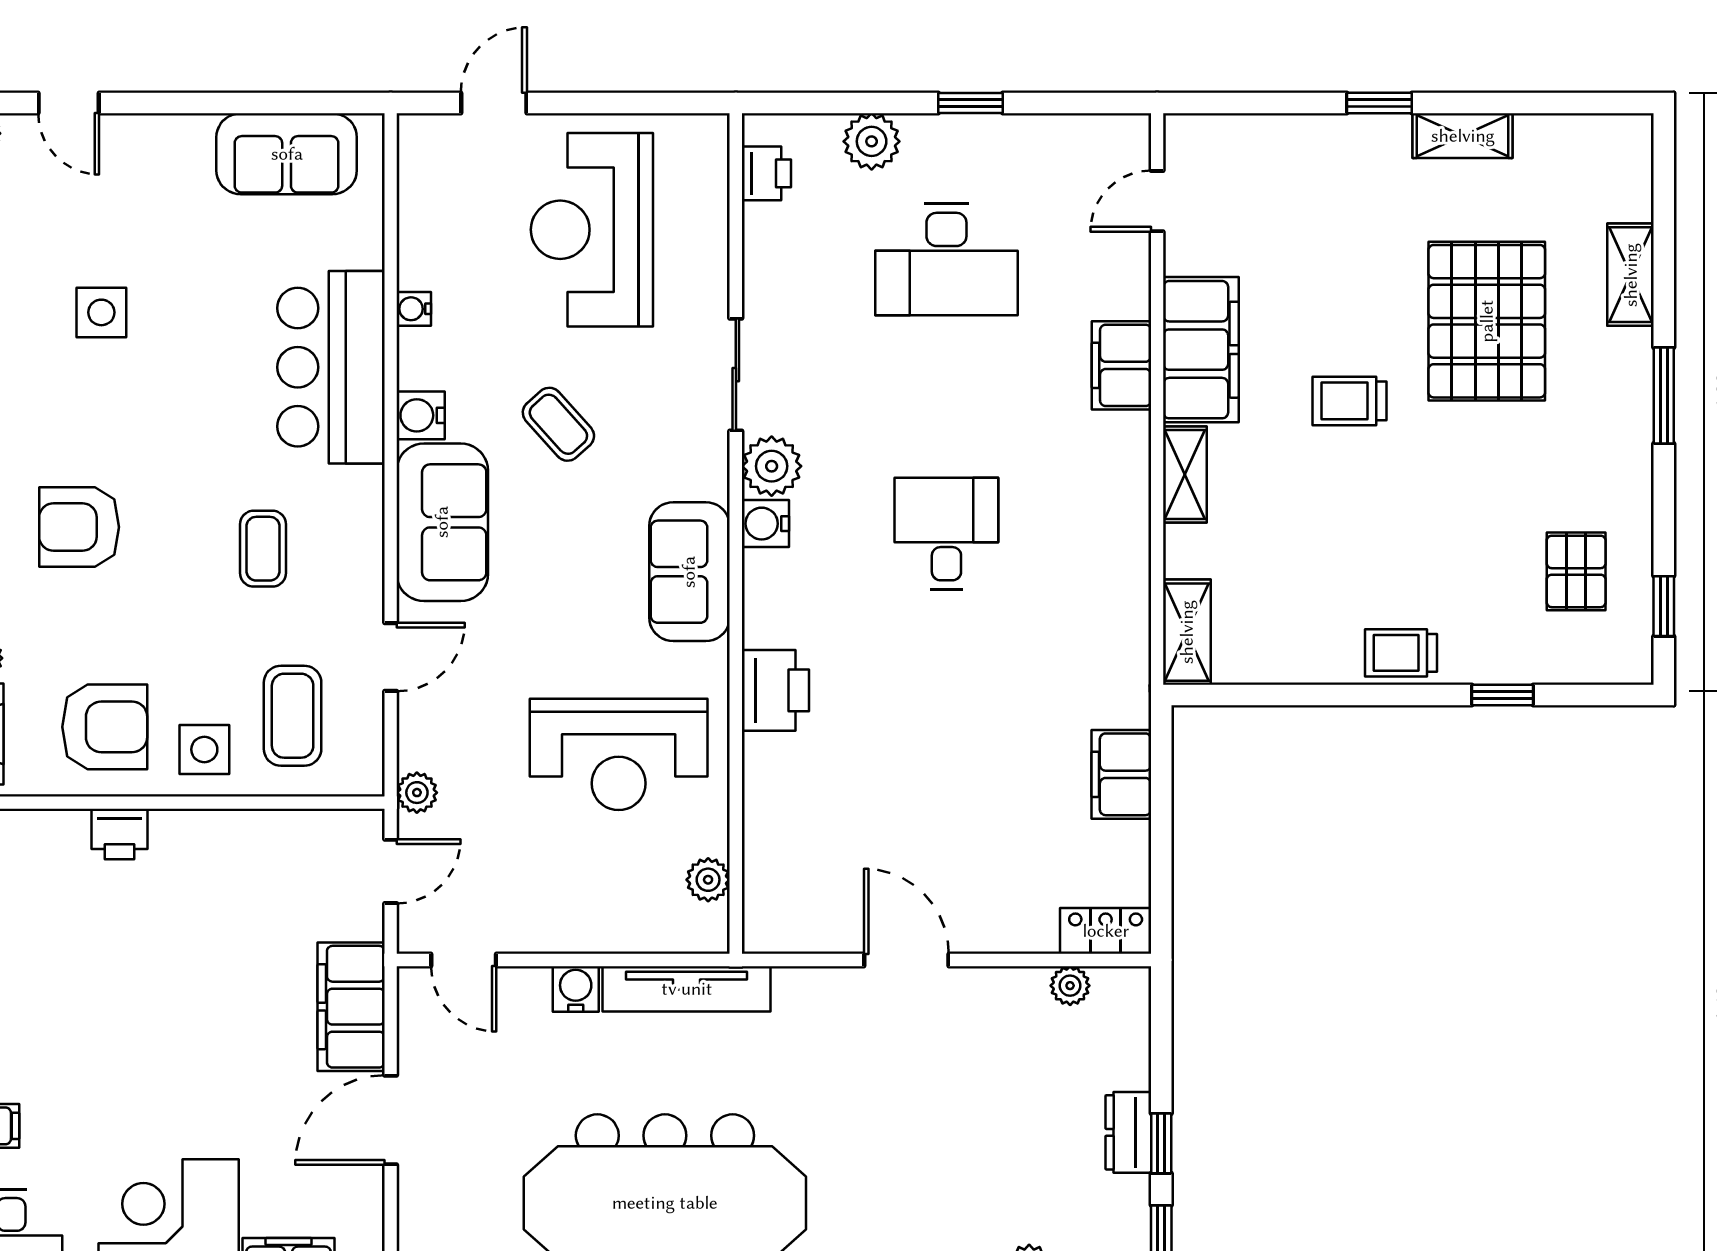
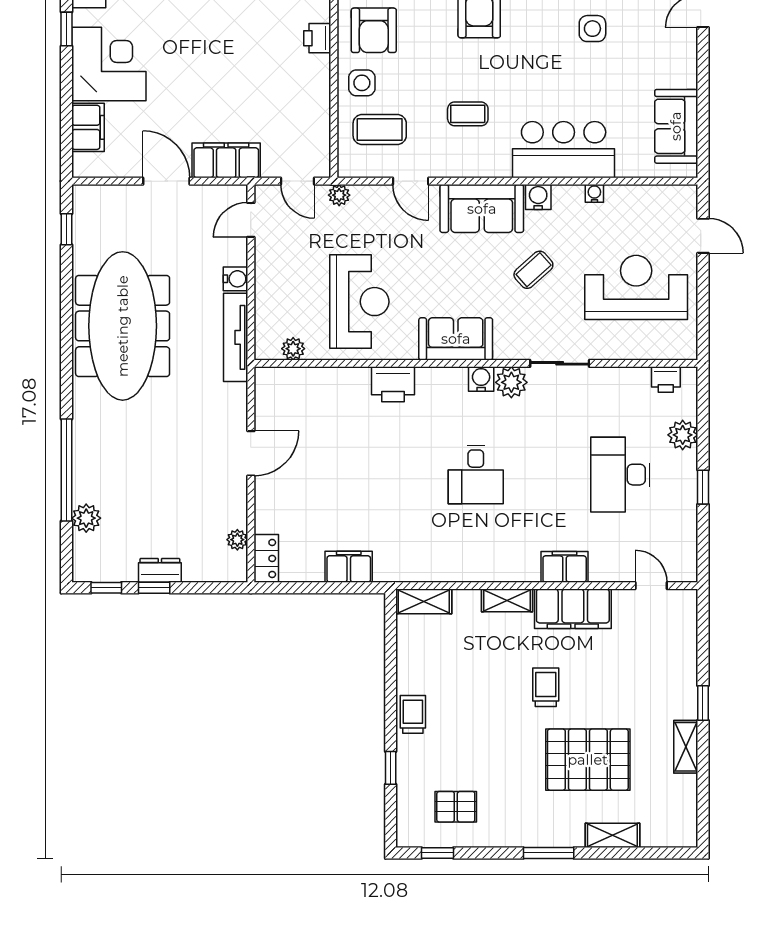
desk: (946, 534) -> (476, 475), turned 90
reception desk: (619, 754) -> (359, 302), turned 180

